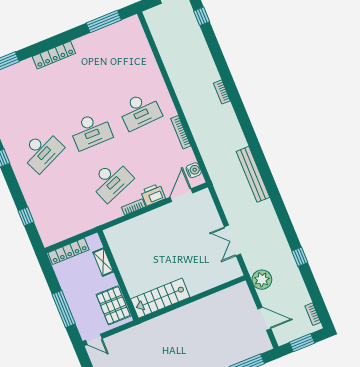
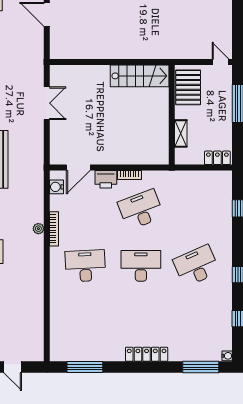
locker: (68, 251) -> (217, 158), width x0.66
plant: (262, 280) -> (38, 229), moved, width x0.53, depth x0.53

